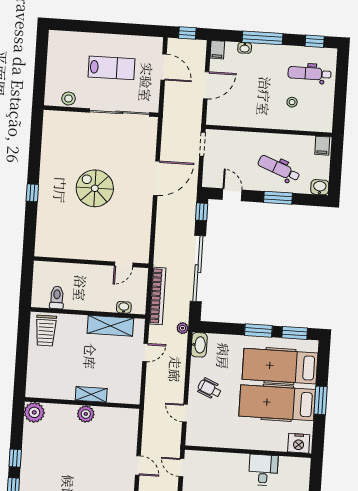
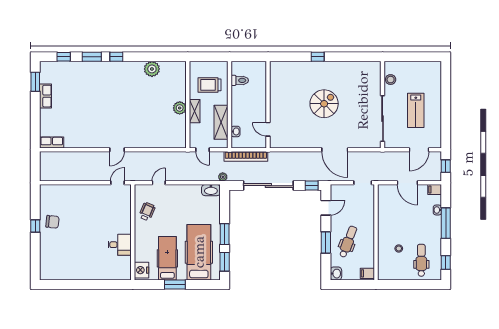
trolley: (46, 331) -> (210, 85), moved
wheelchair: (209, 389) -> (147, 212), moved
shelving: (91, 394) -> (195, 111), moved
wall: (82, 403) -> (188, 105), moved
hospital bed: (277, 403) -> (167, 258), width x0.73, depth x0.78
plant: (86, 414) -> (180, 108), moved

